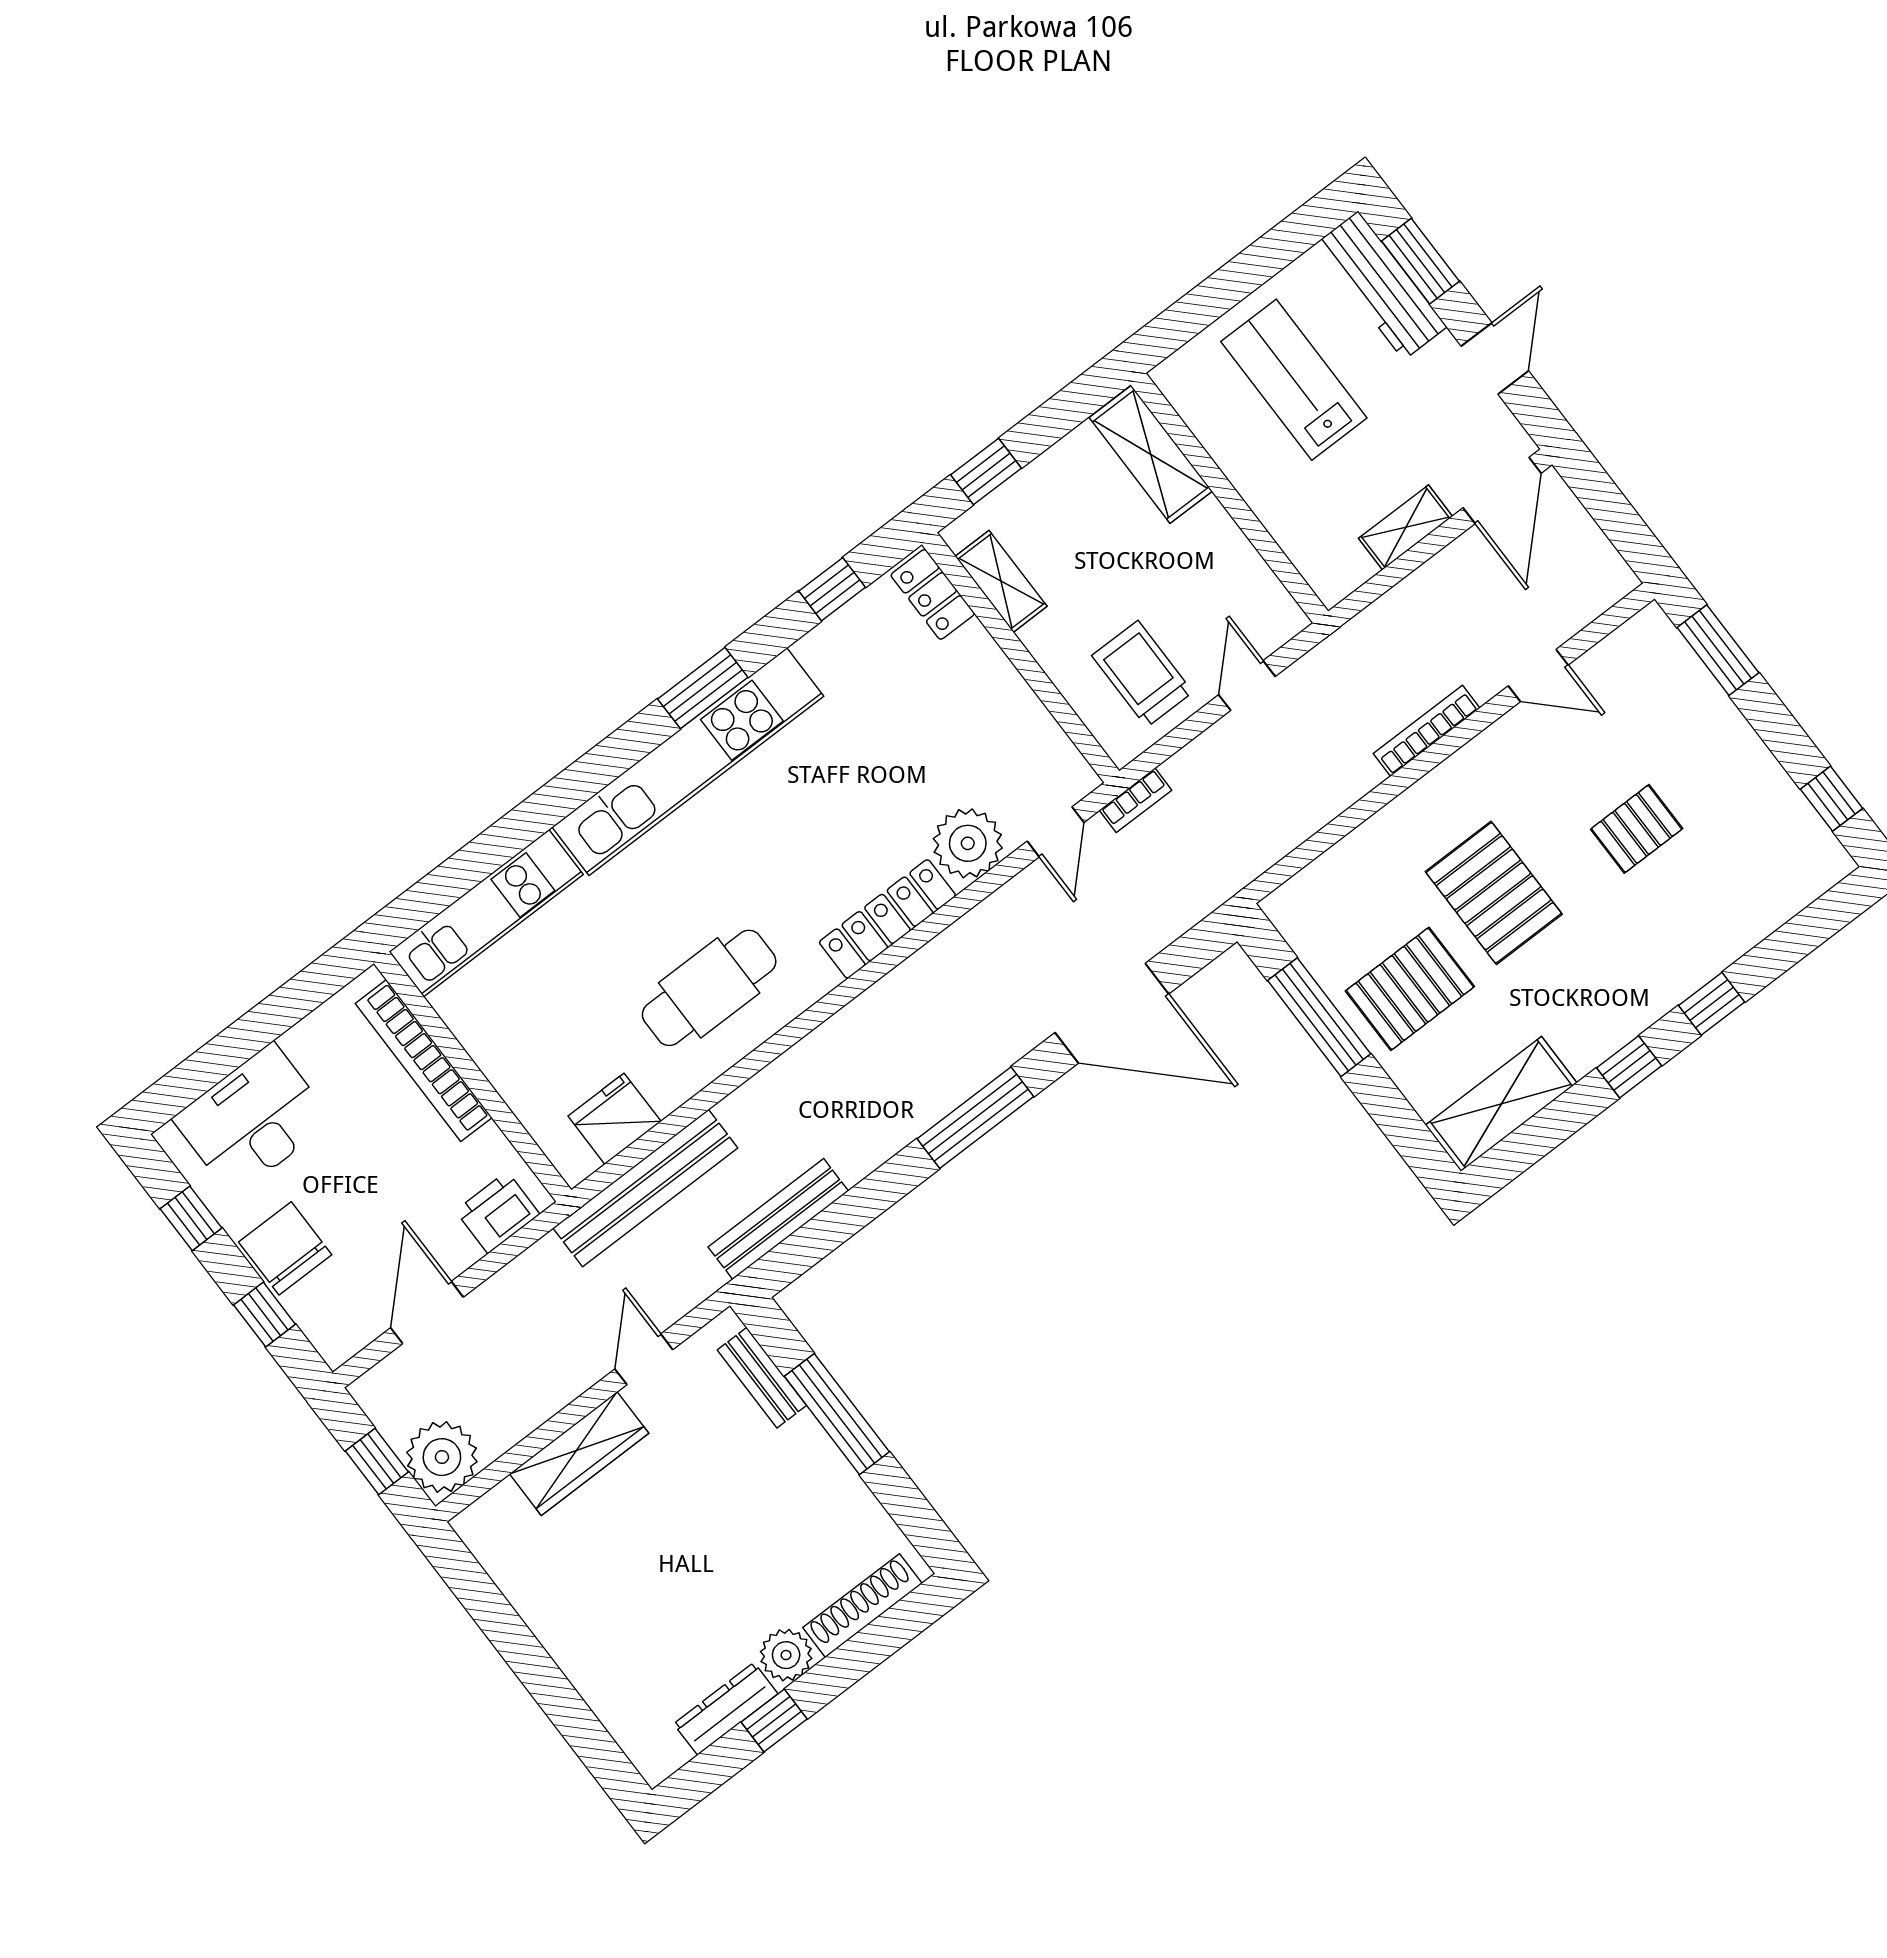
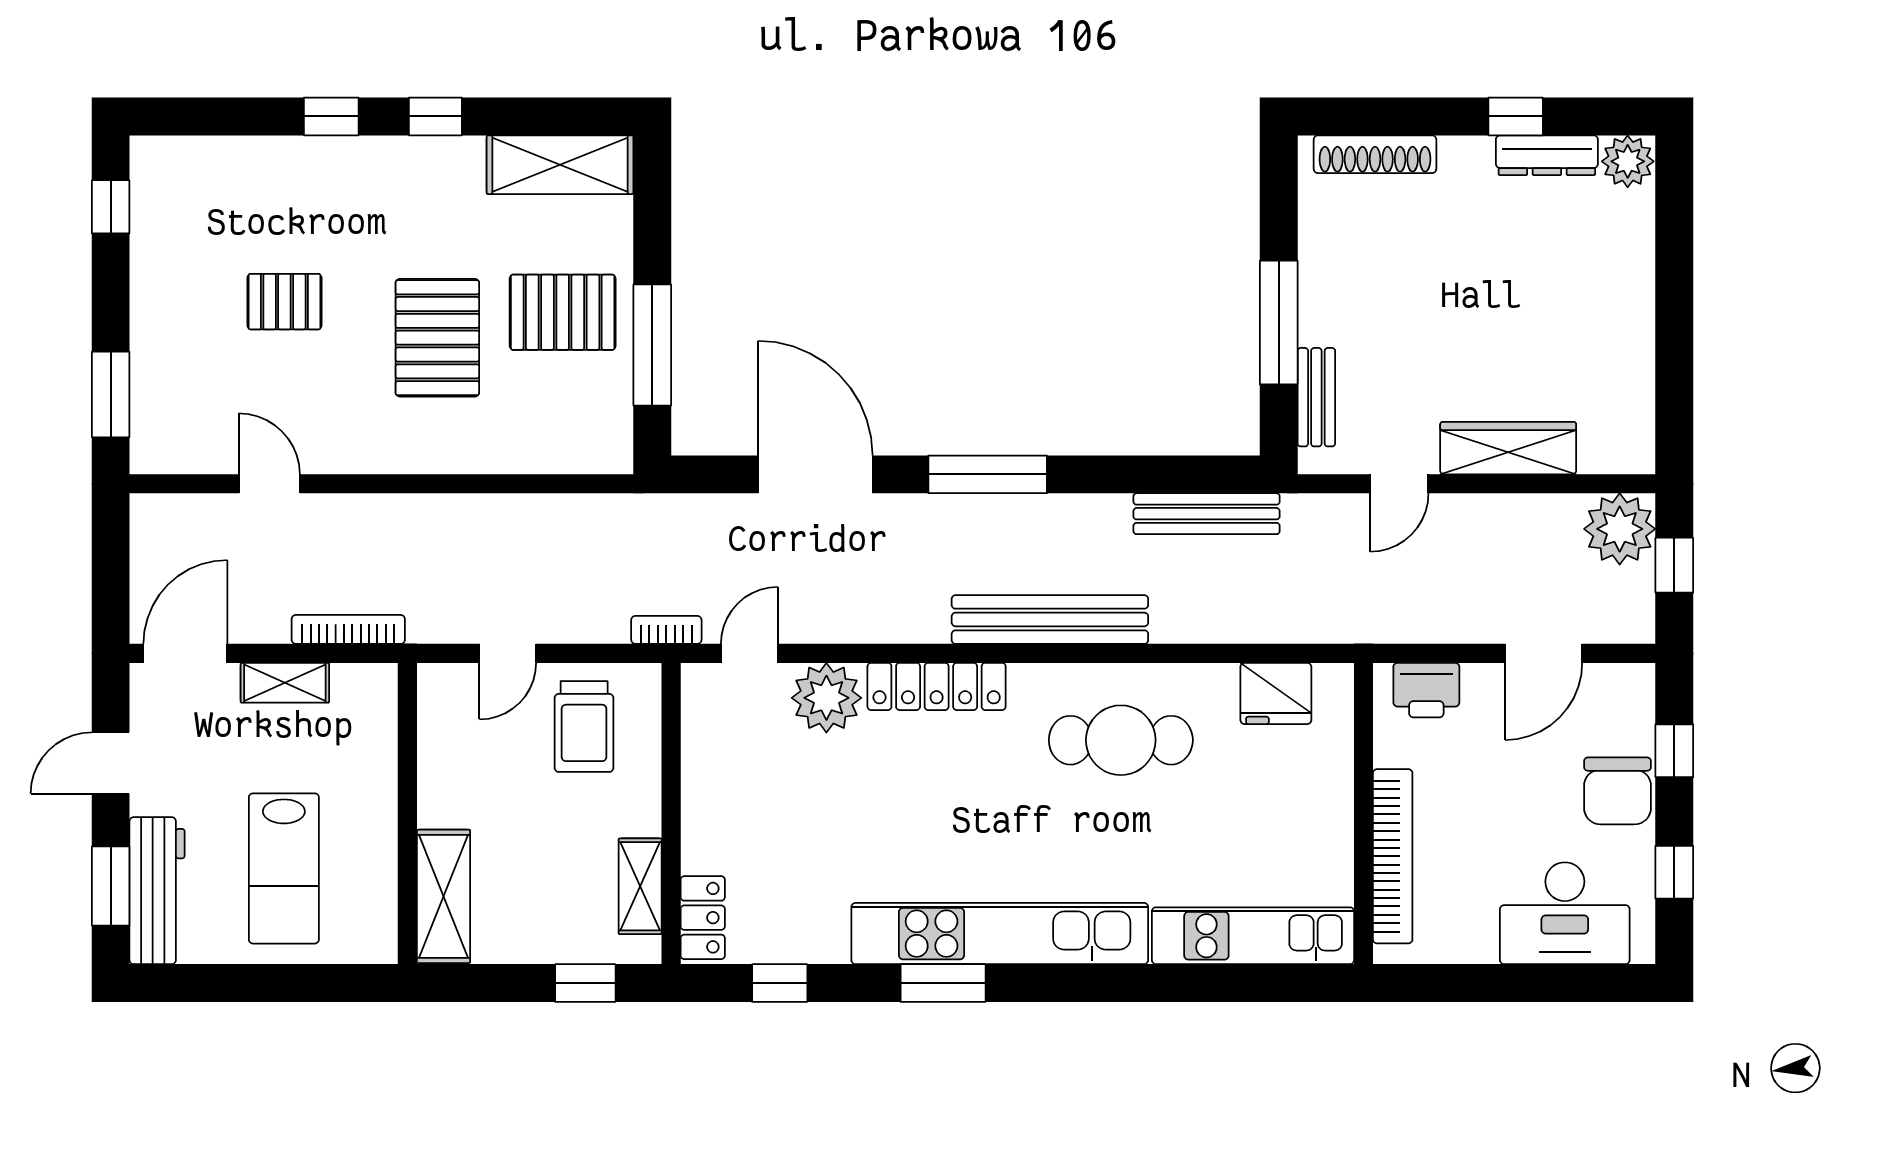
bookcase: (1427, 731) -> (348, 629), moved, turned 180
bench: (645, 1188) -> (1050, 620), moved
plant: (786, 1655) -> (1628, 161), moved

